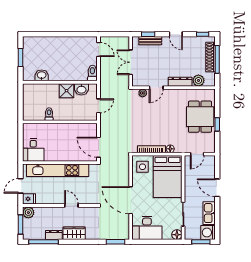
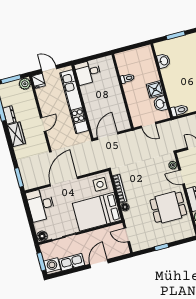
dining table: (200, 117) -> (168, 207), moved

